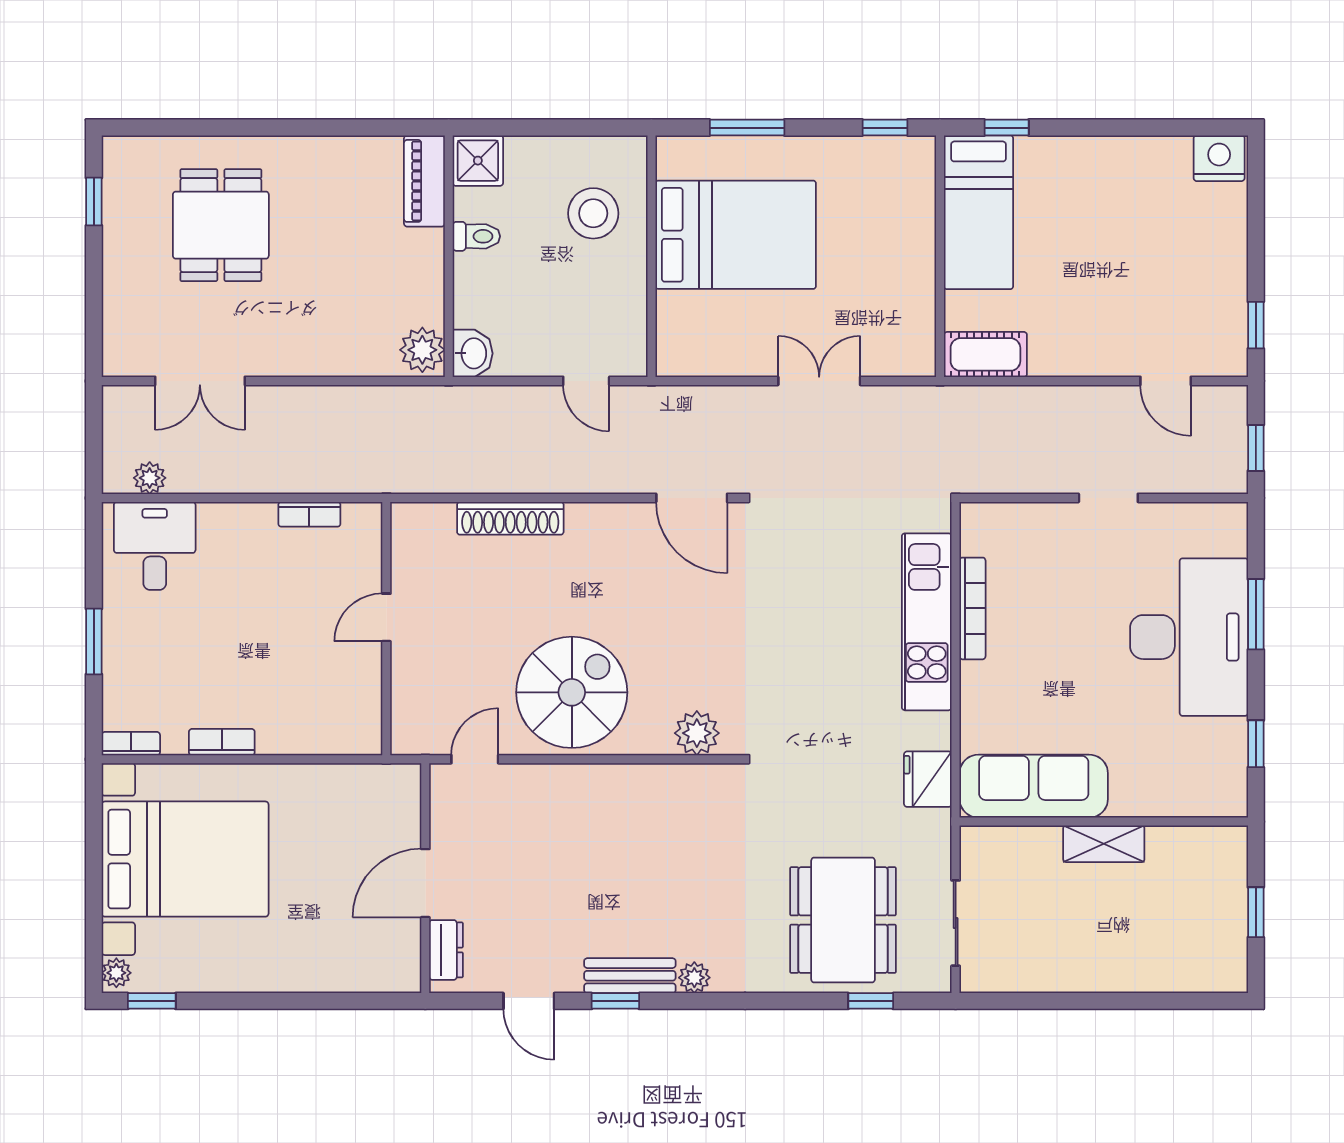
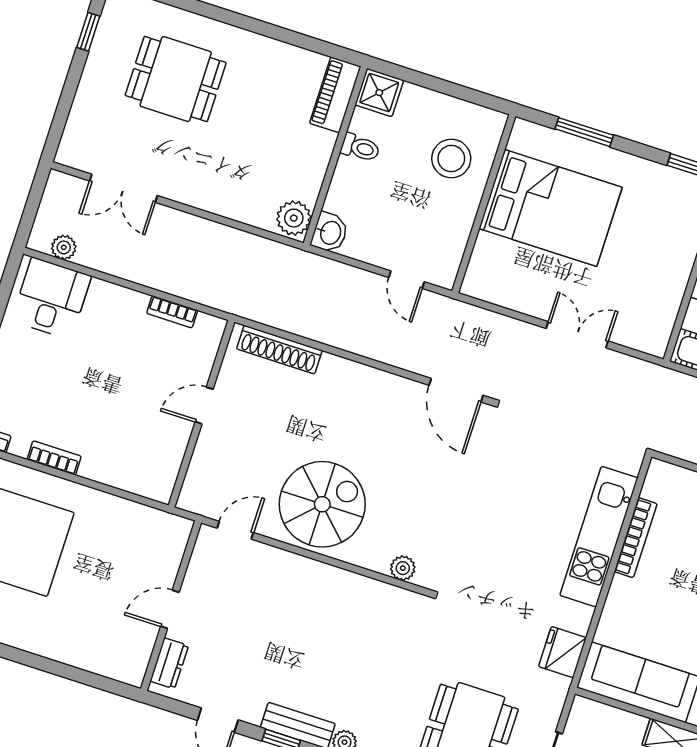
dining table: (221, 225) -> (176, 79), turned 90
shoe rack: (510, 518) -> (279, 350), moved
plant: (697, 733) -> (403, 568), width x0.73, depth x0.73
door: (425, 883) -> (170, 609), width x0.73

